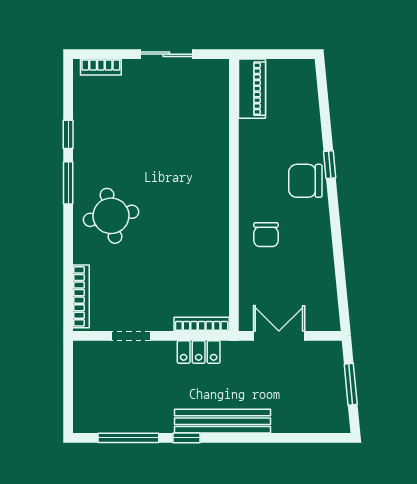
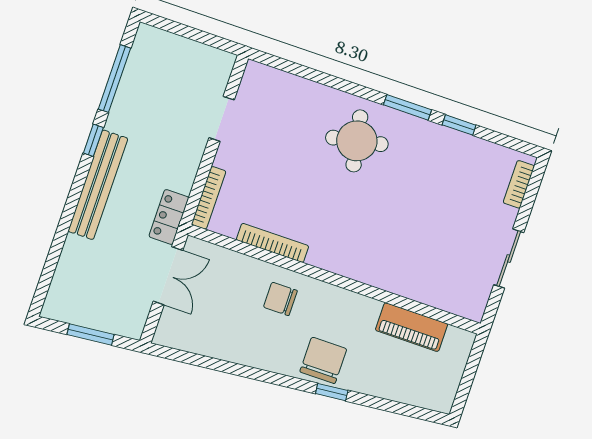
piano: (252, 89) -> (412, 327), moved
bookcase: (81, 296) -> (273, 243), moved, turned 180
locker: (199, 352) -> (169, 217), moved

